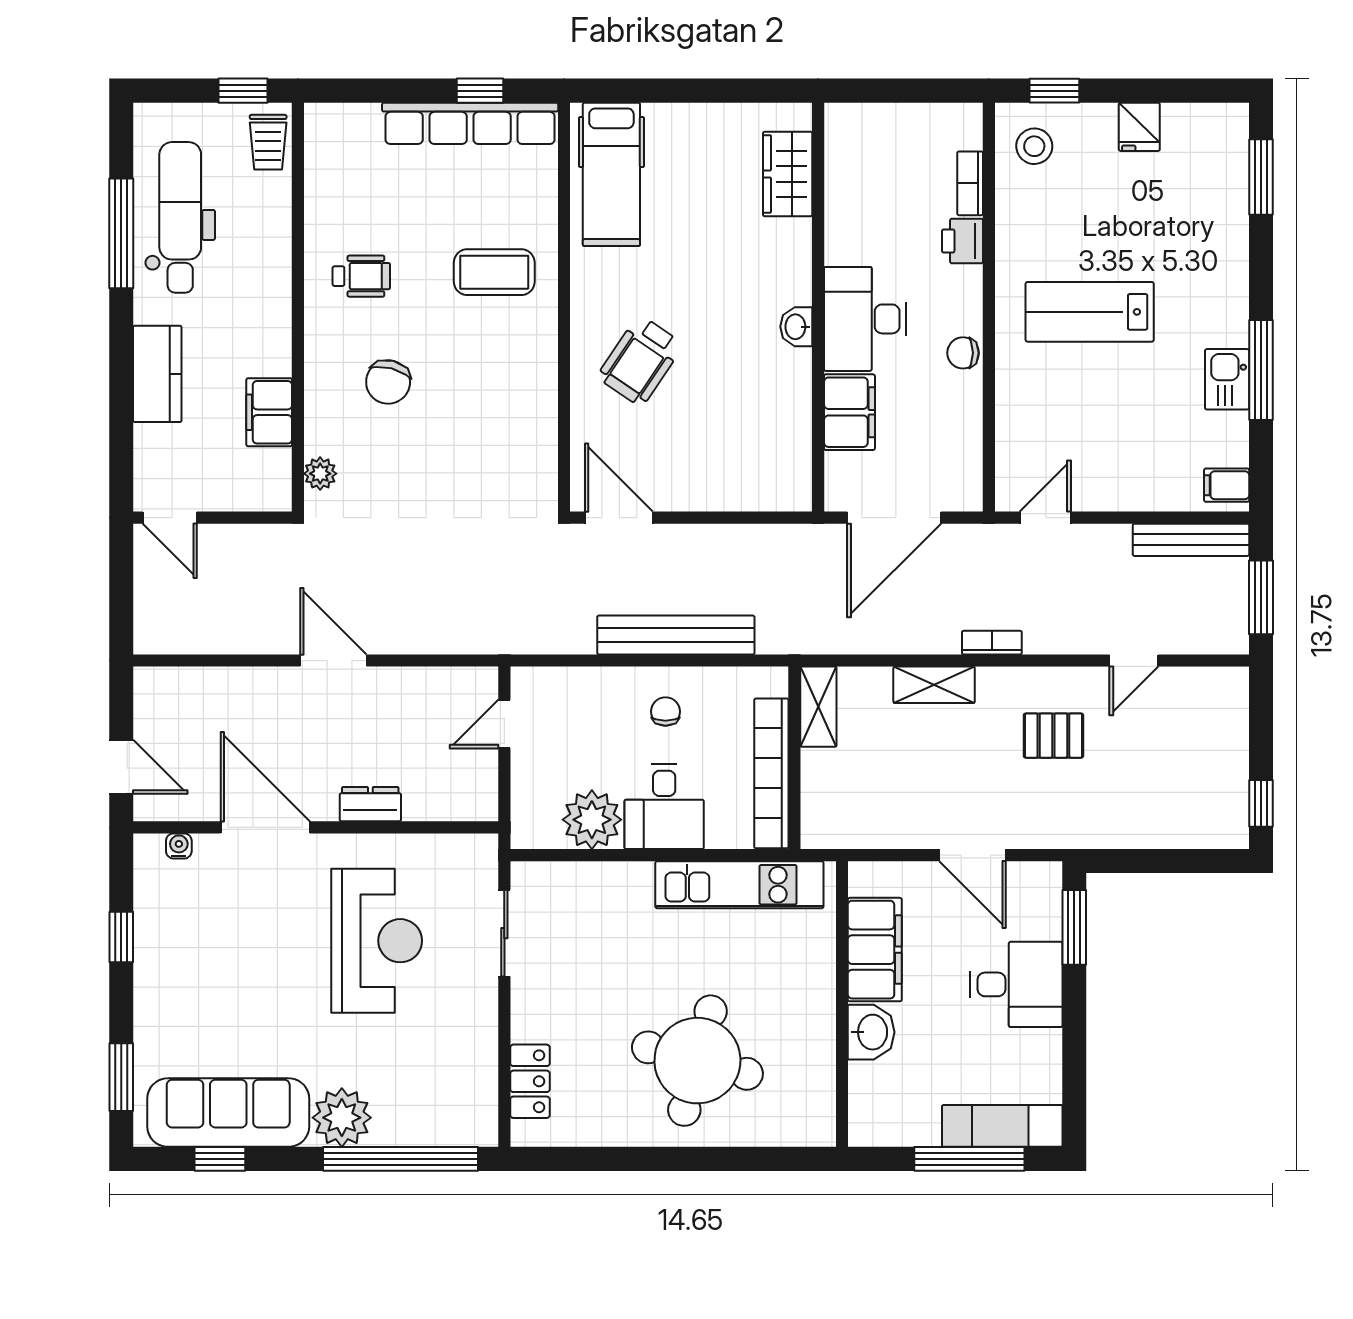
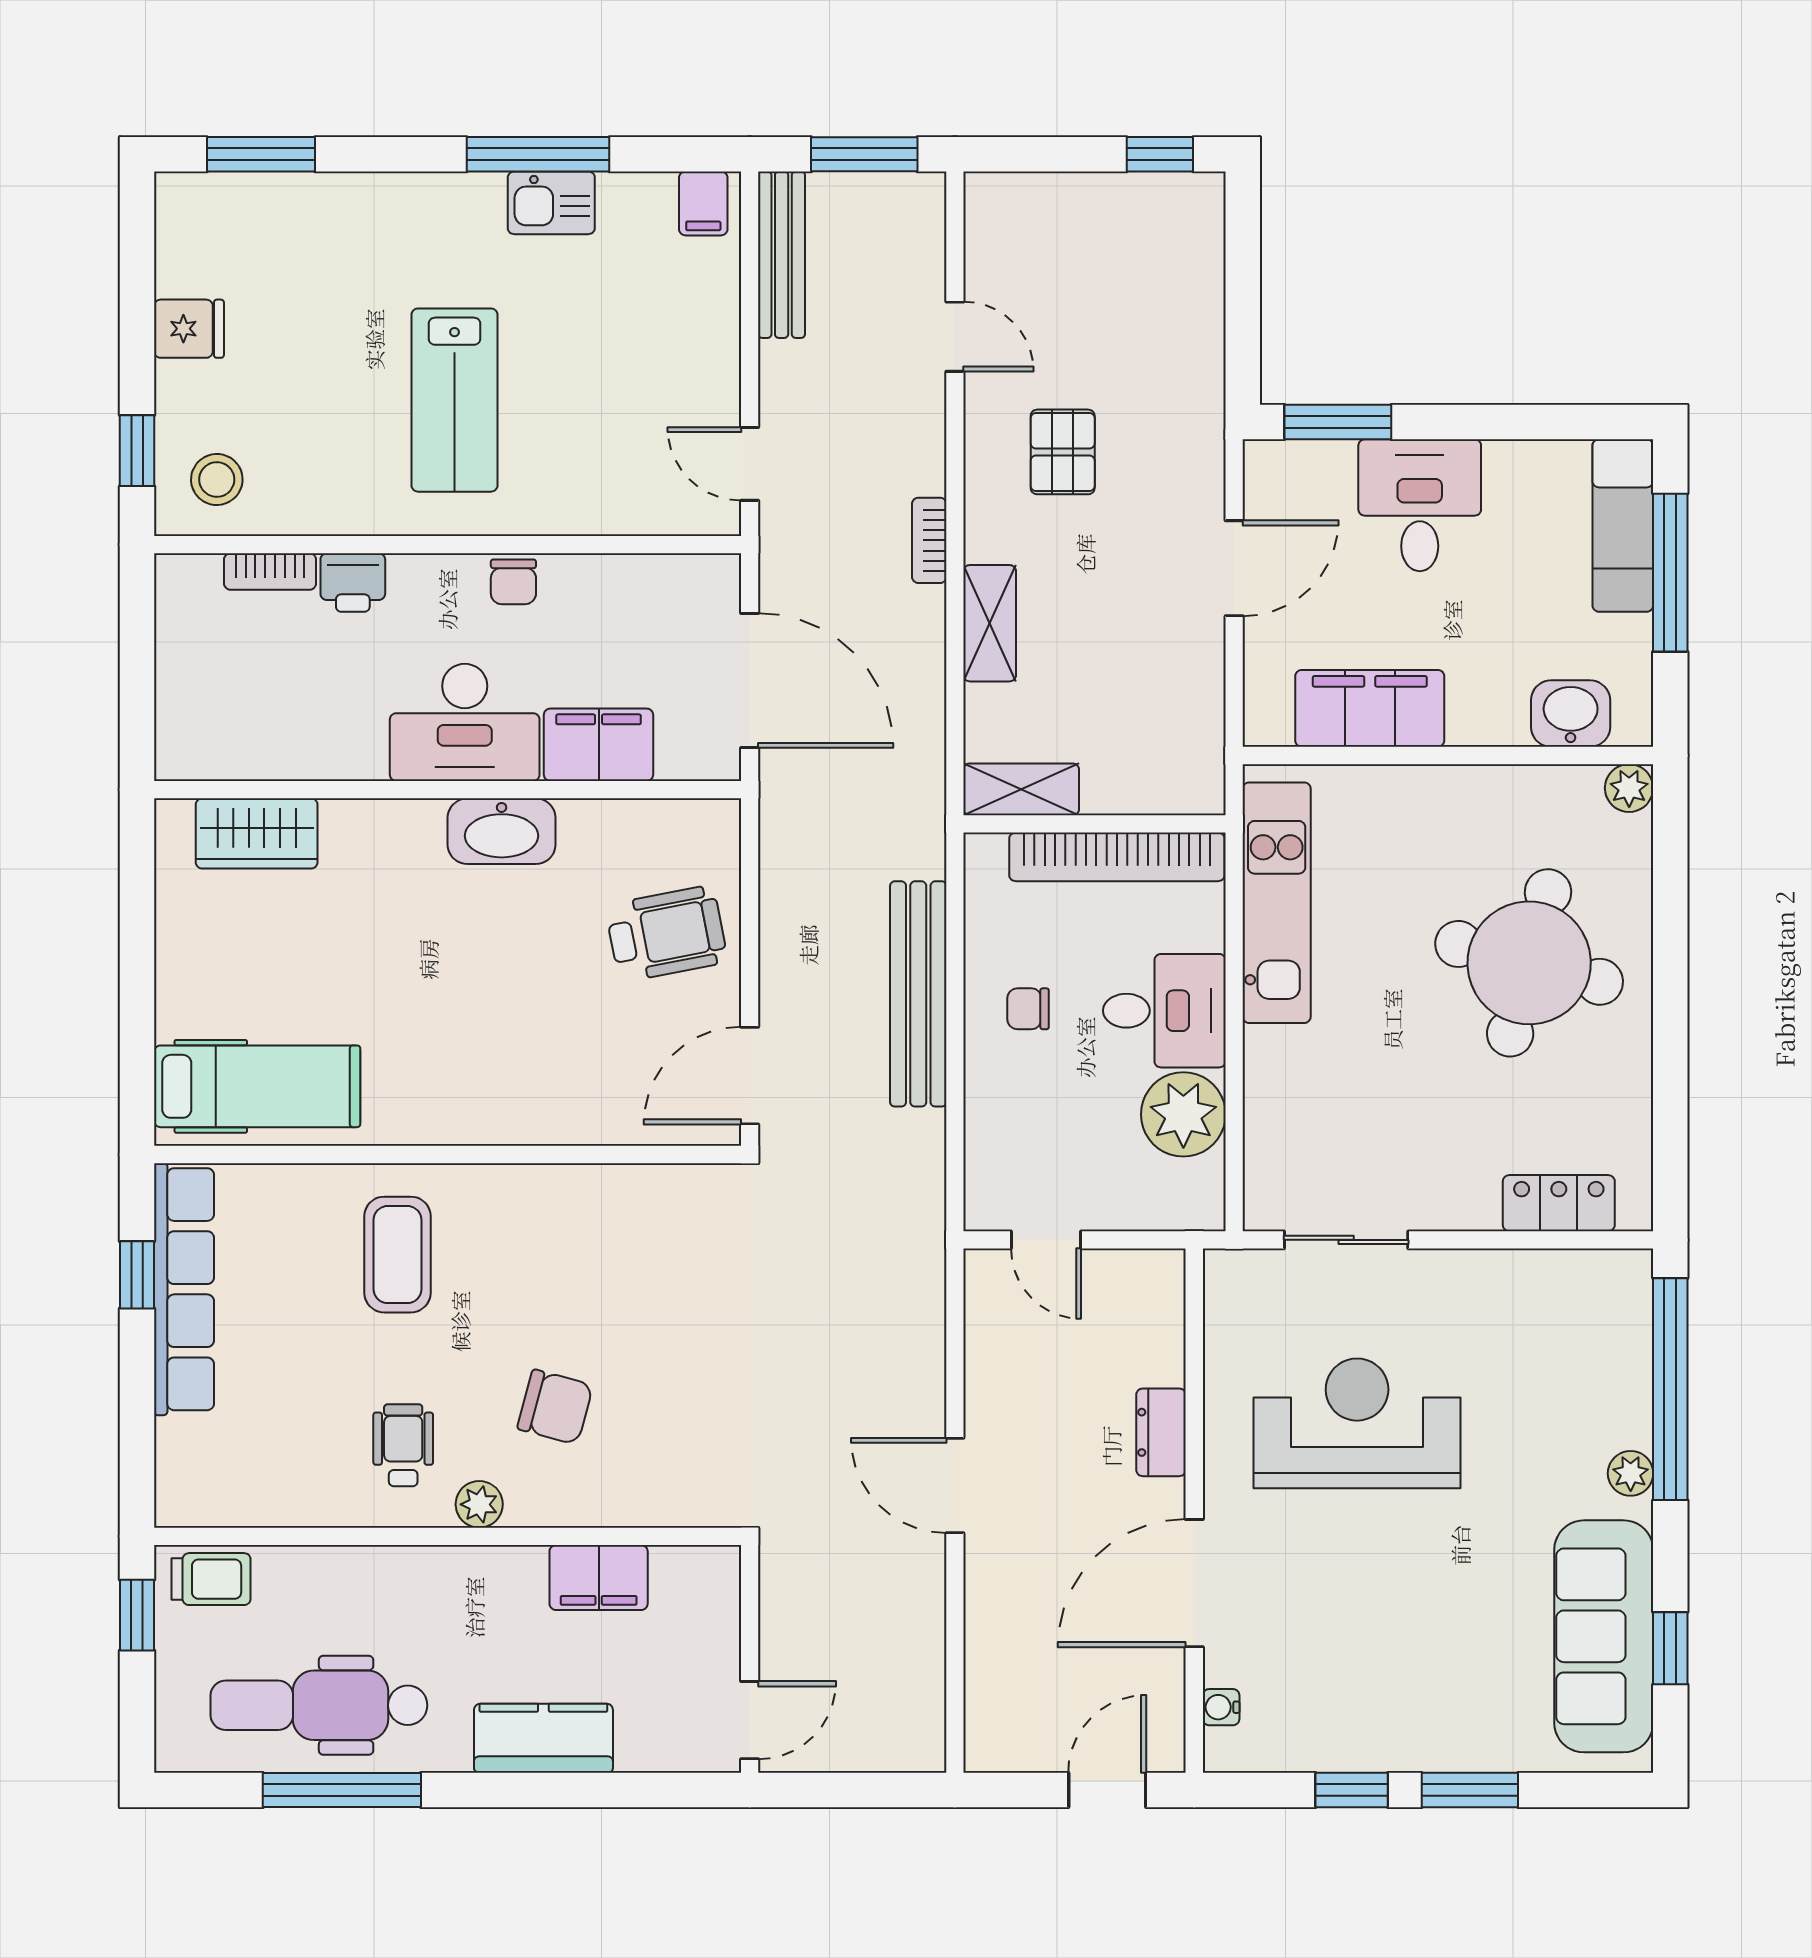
washbasin: (796, 327) -> (502, 831), width x1.91, depth x1.45
wheelchair: (640, 361) -> (666, 934), moved, turned -45
plant: (320, 474) -> (479, 1504), moved
door: (333, 661) -> (955, 1485), hinge flipped
washbasin: (871, 1032) -> (1571, 714), moved
window: (121, 1077) -> (1470, 1790), moved
plant: (342, 1118) -> (1631, 1473), width x0.53, depth x0.53
plant: (819, 1130) -> (1629, 788), added

